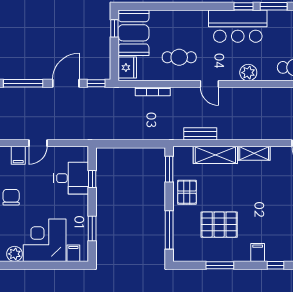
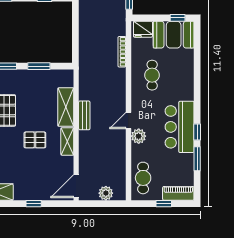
door: (209, 84) -> (128, 120), moved
bench: (200, 134) -> (84, 115), moved
window: (169, 169) -> (39, 66), moved
pallet: (187, 192) -> (35, 140), moved

